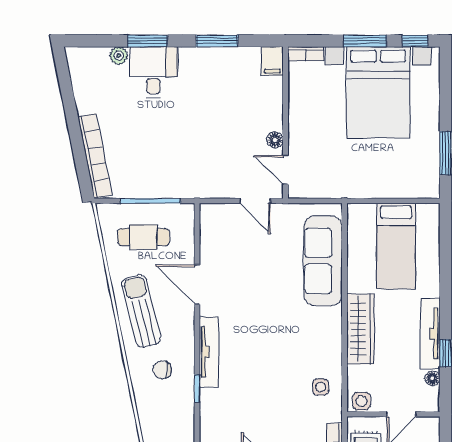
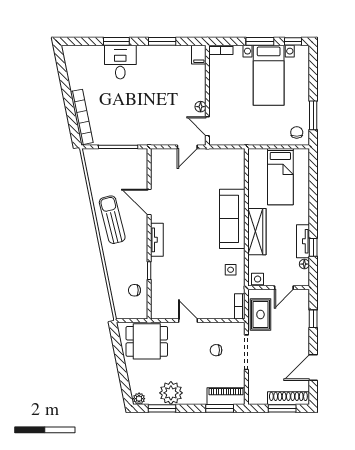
plant: (119, 56) -> (97, 51), removed
bed with nightstands: (378, 92) -> (269, 75), width x0.73
chair: (421, 179) -> (297, 132), added
door: (255, 201) -> (187, 147), hinge flipped
cafe table: (144, 237) -> (114, 171), removed
sofa: (323, 261) -> (232, 219), moved
tv unit: (430, 334) -> (303, 241), width x0.71
tv unit: (209, 352) -> (157, 240), width x0.71
chair: (162, 370) -> (134, 290), moved

